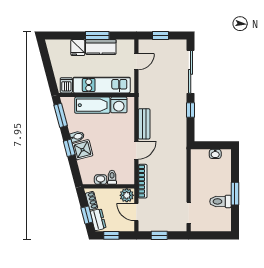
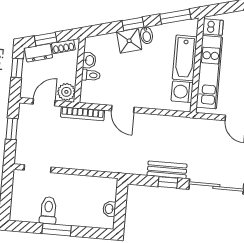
bench: (144, 124) -> (167, 170), moved

